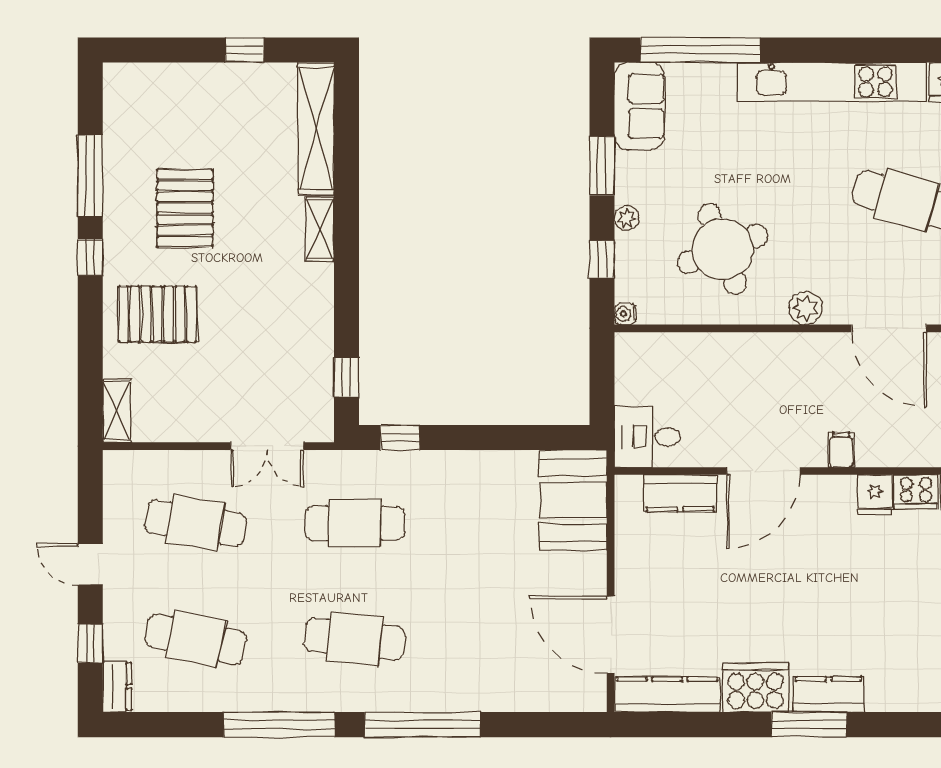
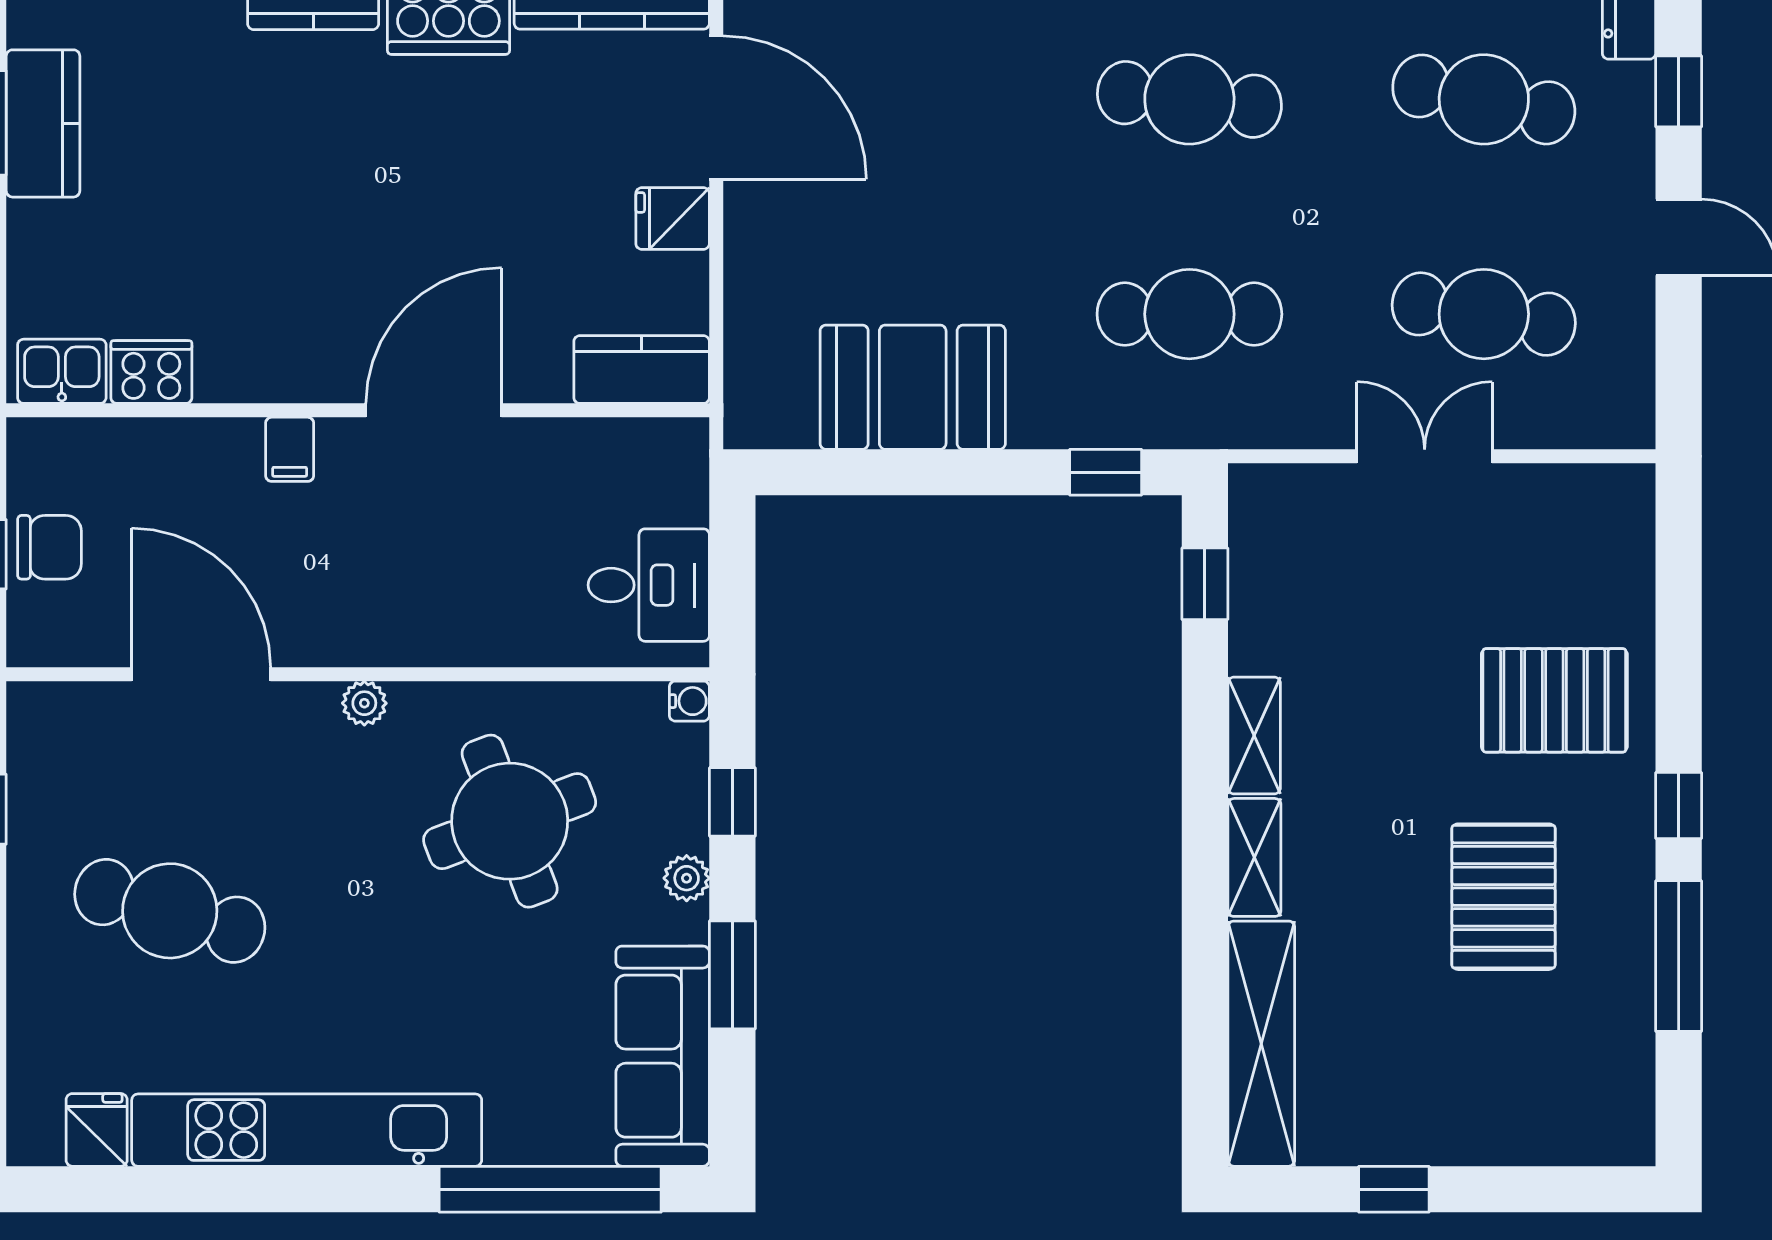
sofa: (640, 106) -> (663, 1056), width x1.36
plant: (805, 308) -> (364, 703), width x0.73, depth x0.73
shelving: (117, 411) -> (1254, 736), moved
desk: (647, 437) -> (649, 585), moved
double door: (267, 446) -> (1425, 456), moved
kitchen counter: (680, 493) -> (642, 370), moved
fridge: (875, 495) -> (673, 219), moved, turned -90
booth: (573, 500) -> (913, 387), moved, turned 90

